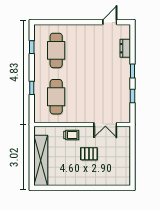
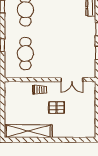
shelving: (41, 160) -> (28, 131), moved, turned 90

